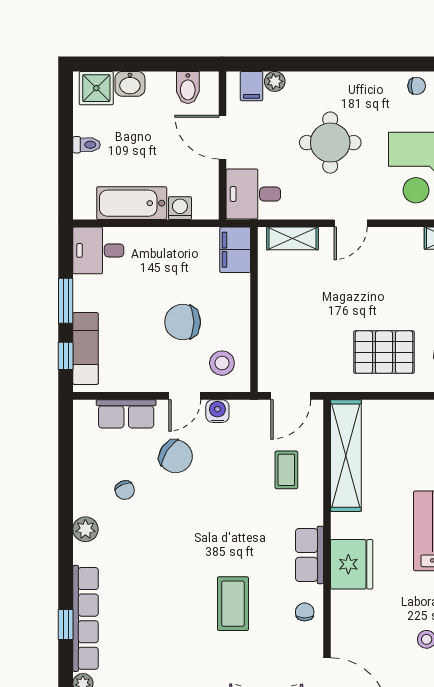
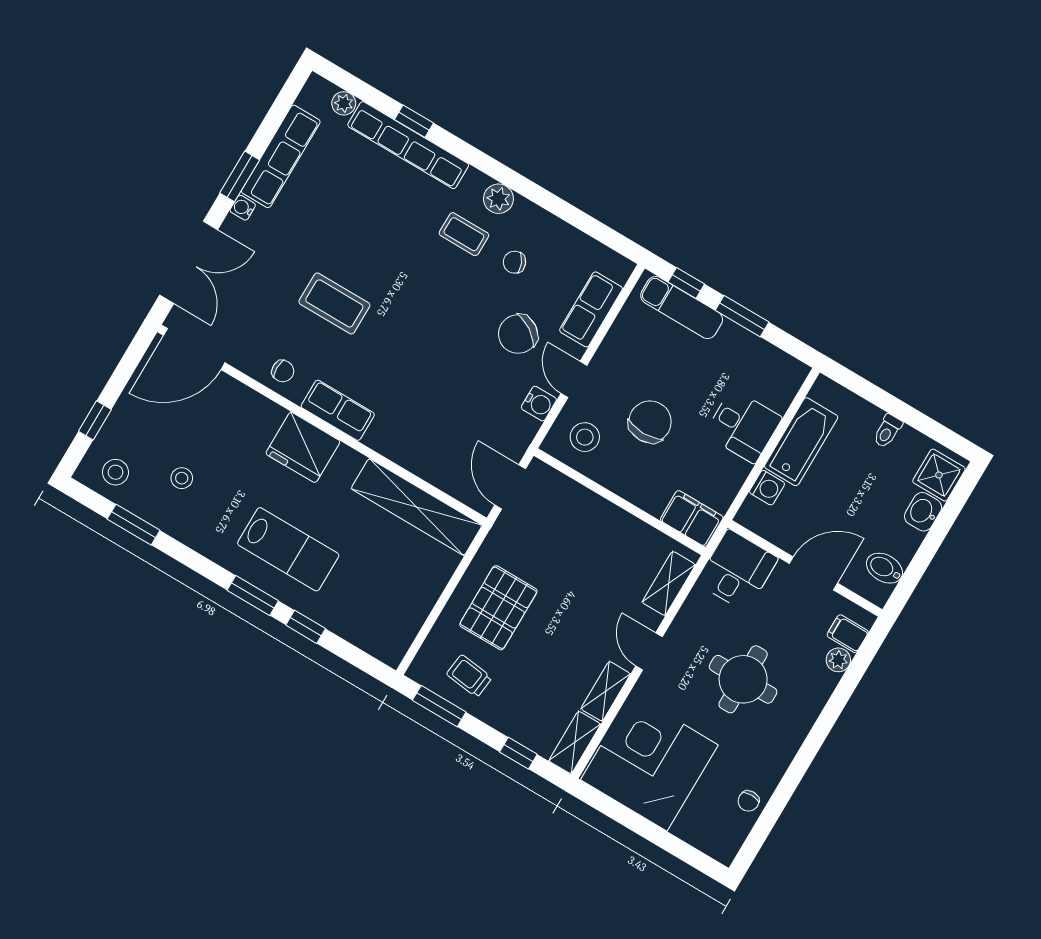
shelving: (398, 238) -> (606, 691), added
desk: (98, 250) -> (743, 426), moved, turned 90
coffee table: (286, 470) -> (464, 234), moved

